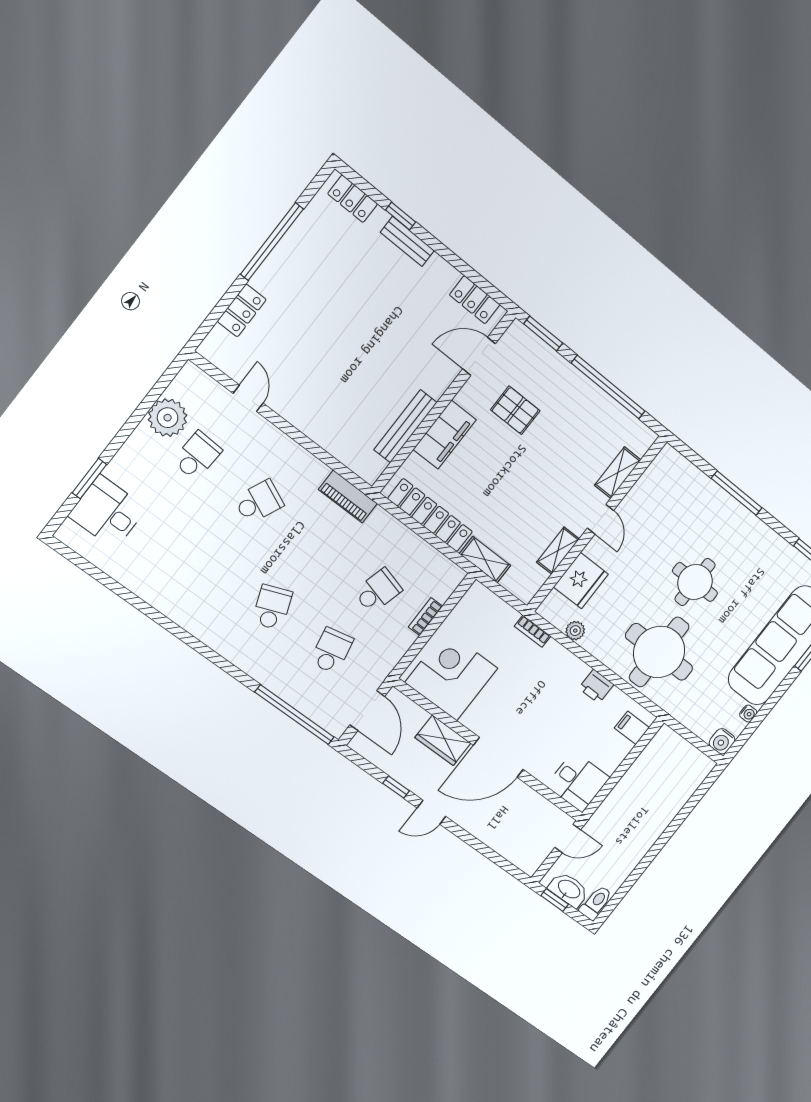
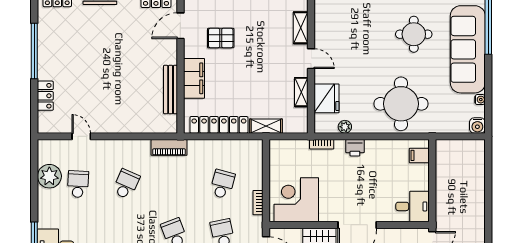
round table: (695, 582) -> (414, 34), moved
bookcase: (425, 617) -> (258, 203), moved
printer: (596, 686) -> (355, 148), moved

